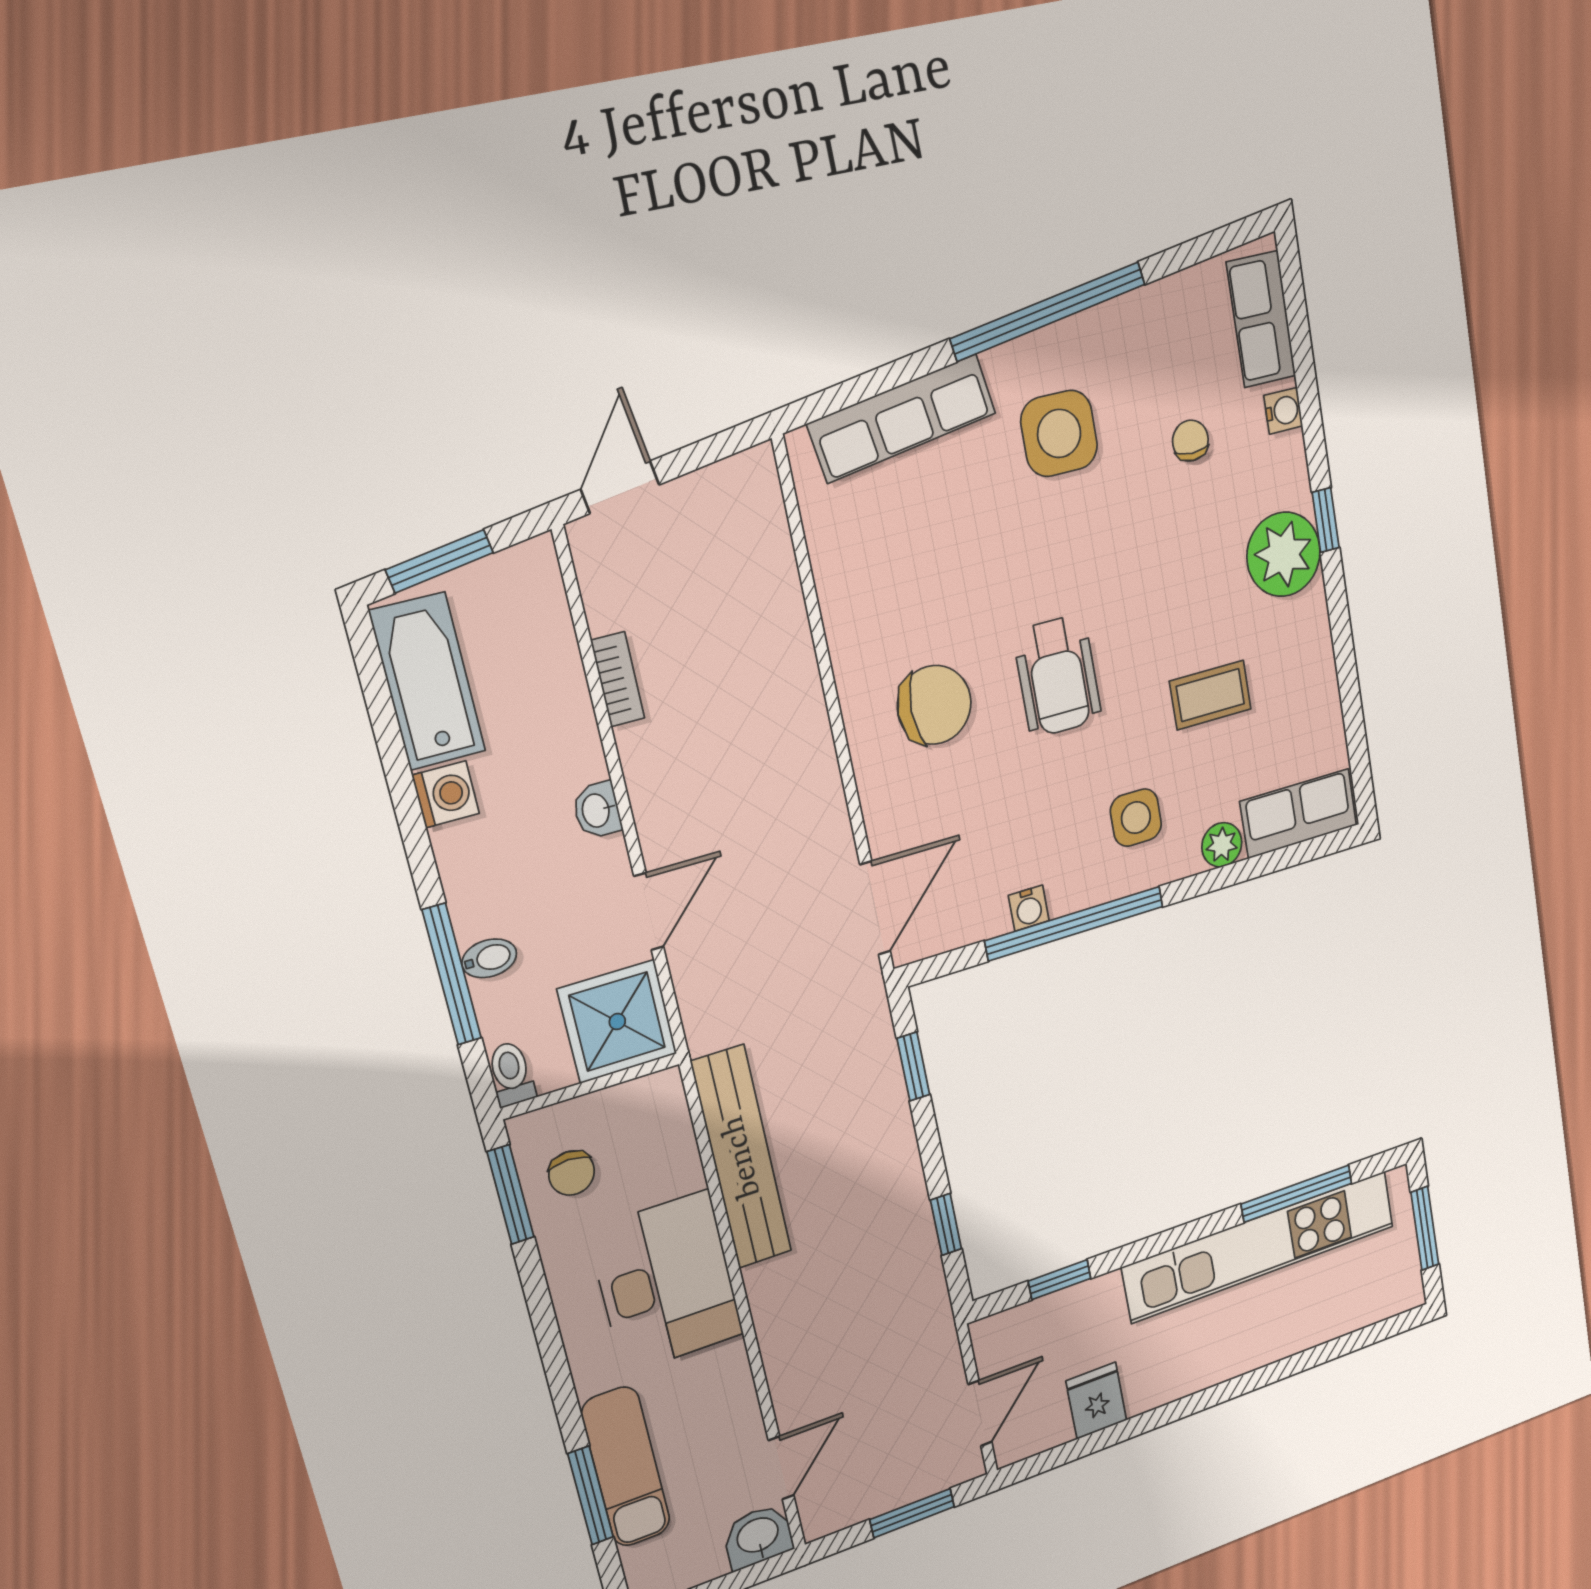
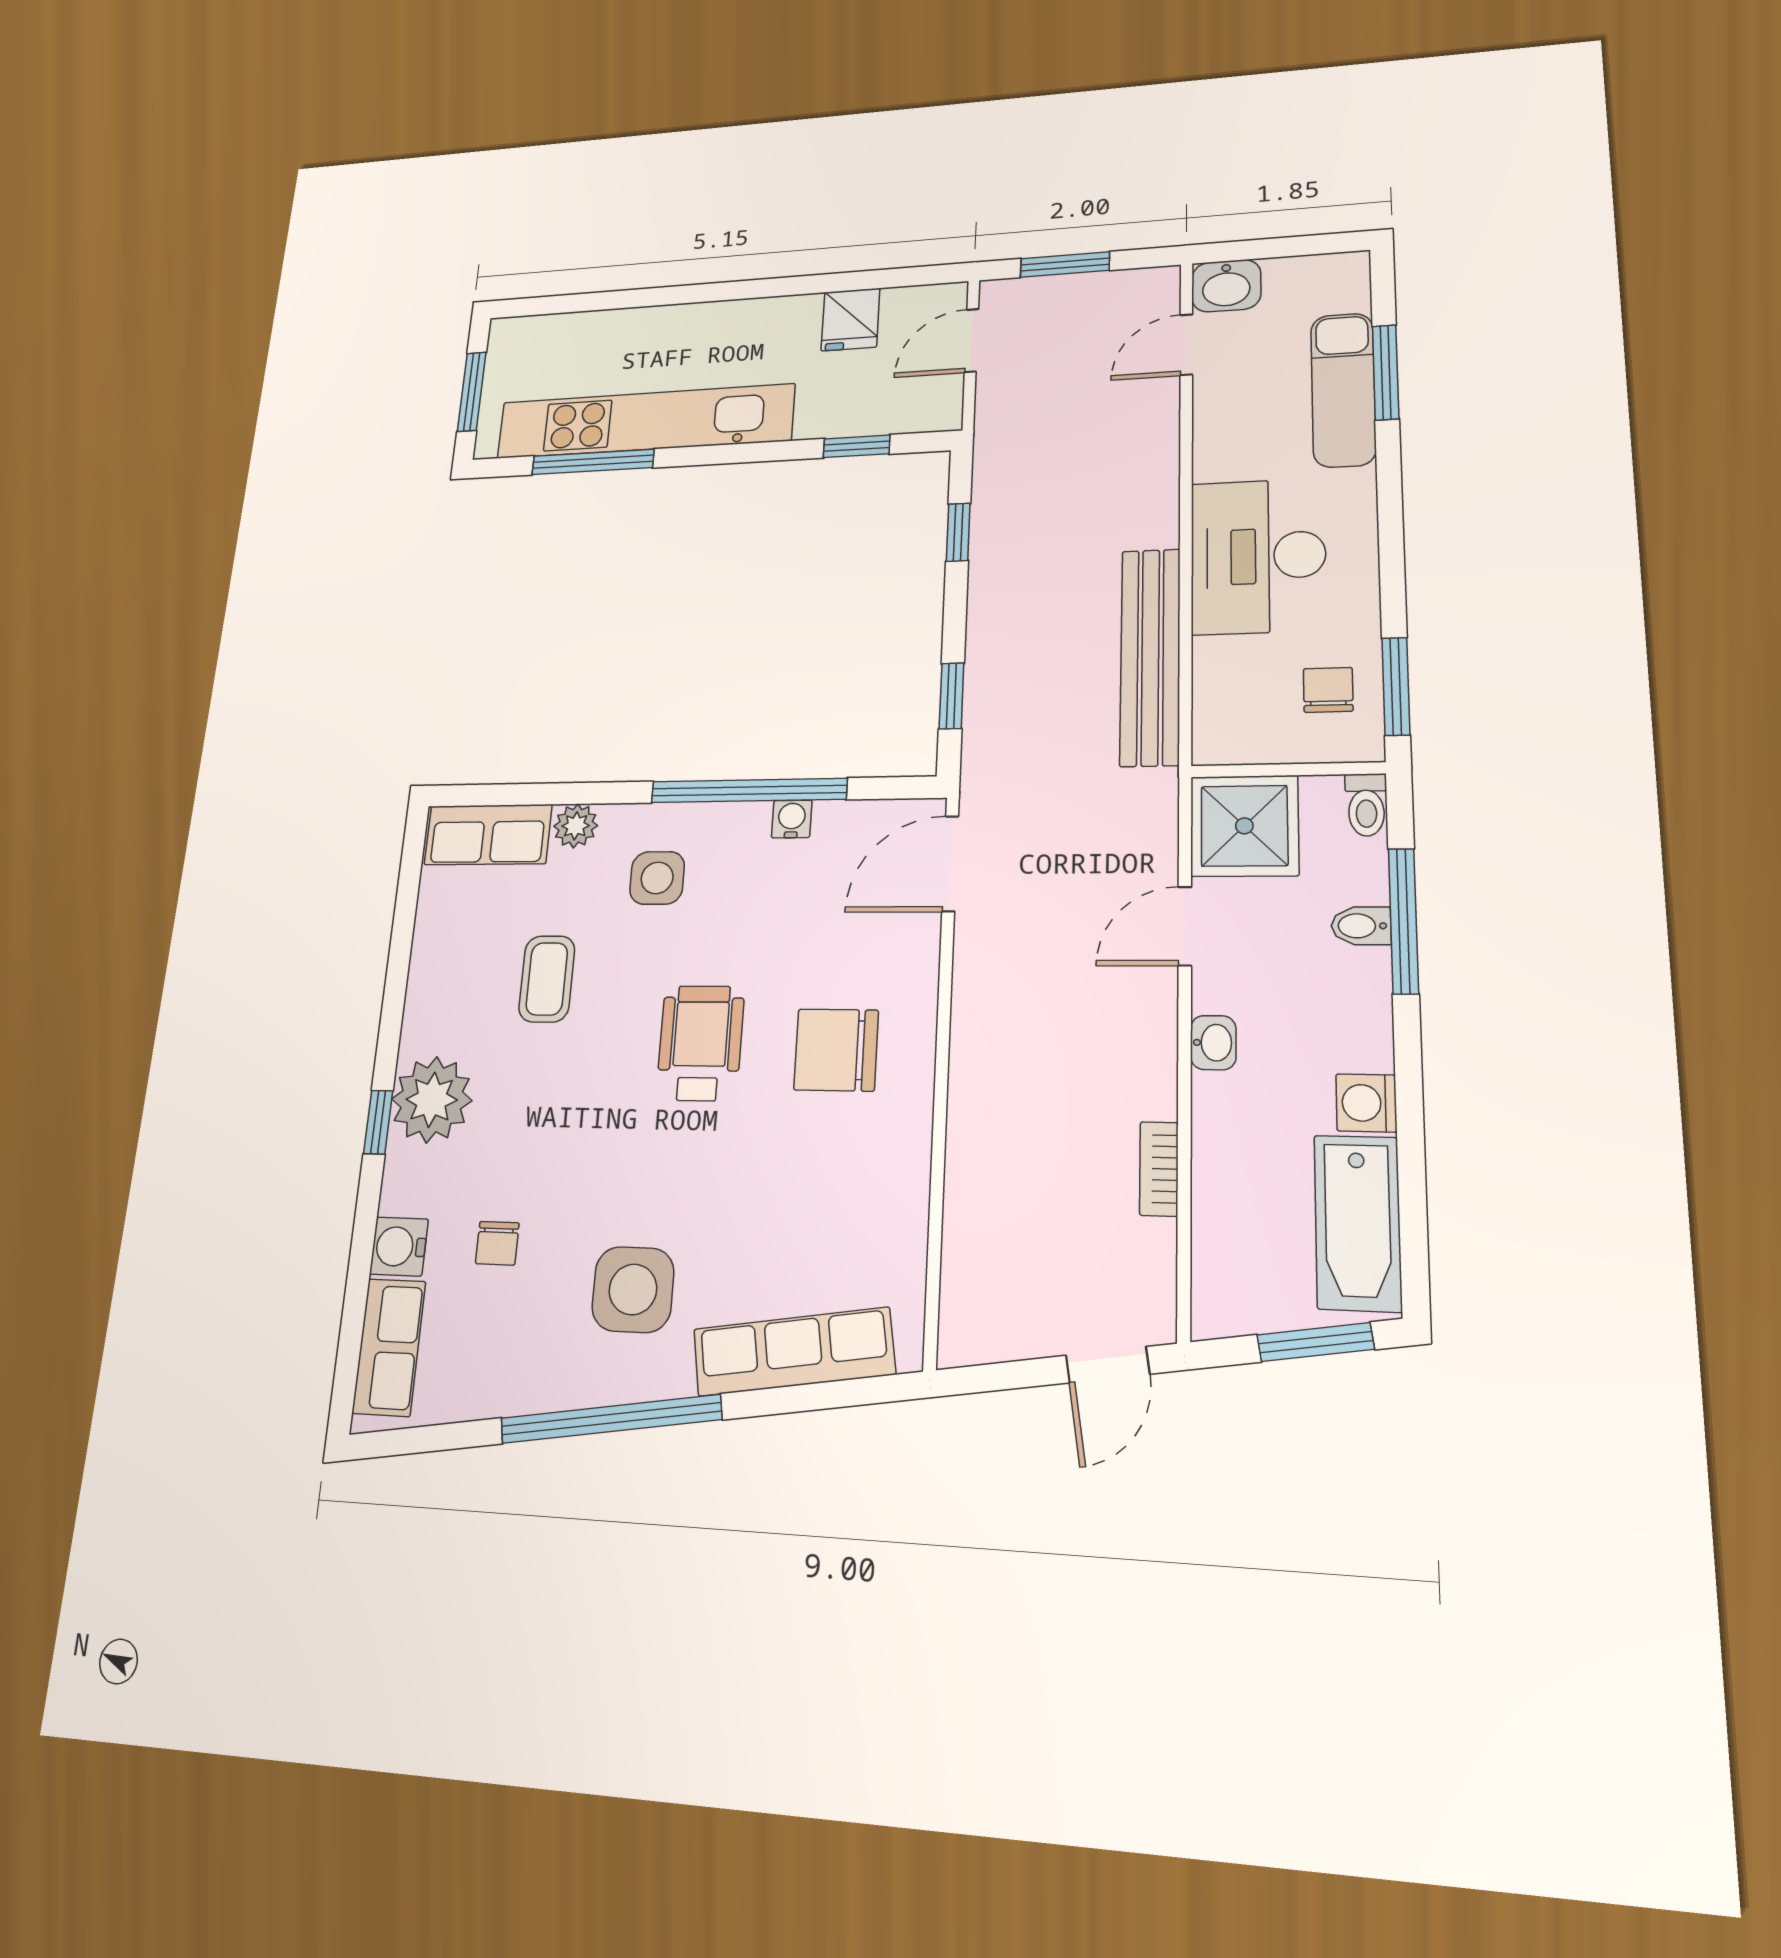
water cooler: (1283, 411) -> (399, 1247), width x1.38, depth x1.38
coffee table: (1210, 695) -> (547, 979), turned 90

